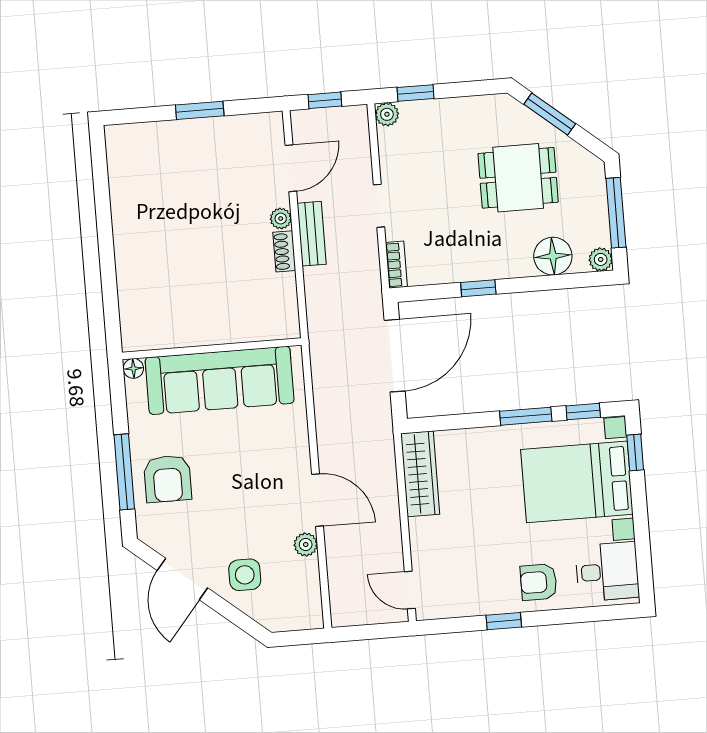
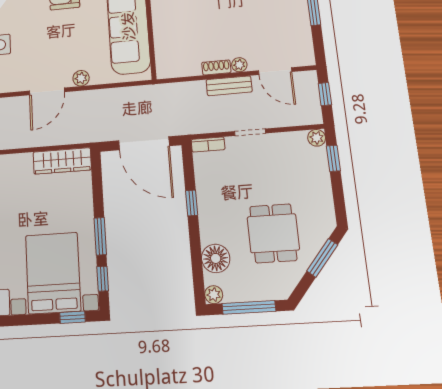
plant: (306, 545) -> (81, 78), moved

